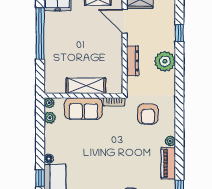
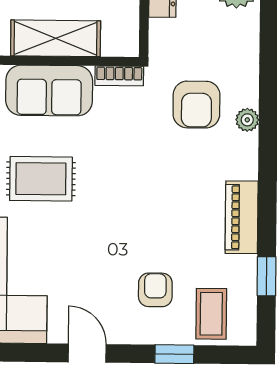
plant: (170, 141) -> (247, 120), moved
rug: (80, 147) -> (41, 179), added

